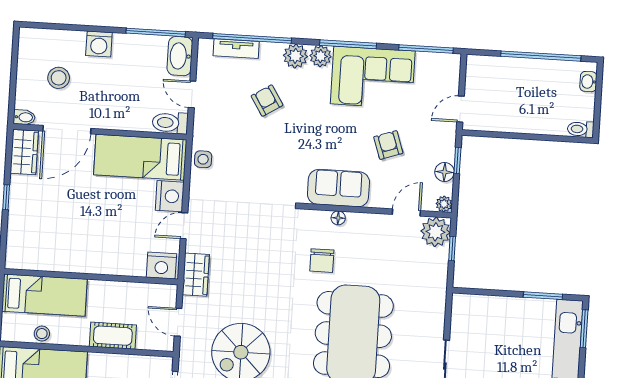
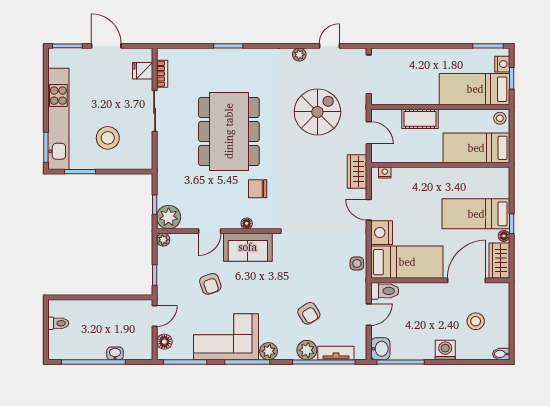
washbasin: (180, 56) -> (380, 349), width x0.72
plant: (295, 56) -> (307, 350), moved
washbasin: (588, 82) -> (115, 353), moved, turned -90
door: (192, 94) -> (369, 315), hinge flipped
bidet: (24, 117) -> (501, 354), moved
toilet: (581, 129) -> (58, 323), moved
floor lamp: (445, 172) -> (164, 342), moved
floor lamp: (17, 183) -> (504, 236), added
bed: (50, 212) -> (476, 214), added
door: (406, 212) -> (210, 231), moved
door: (184, 226) -> (369, 210), swing flipped
chair: (322, 261) -> (258, 189), turned -90
nightstand: (161, 266) -> (385, 173), width x0.53, depth x0.56
stool: (42, 334) -> (500, 118), moved
stool: (506, 336) -> (108, 138), added

